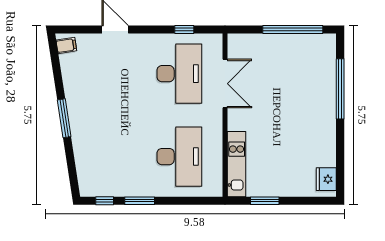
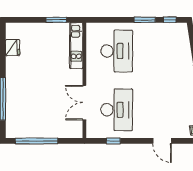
desk: (179, 74) -> (117, 110), turned 180
desk: (179, 157) -> (117, 51), turned 180
fridge: (326, 179) -> (13, 48), moved

